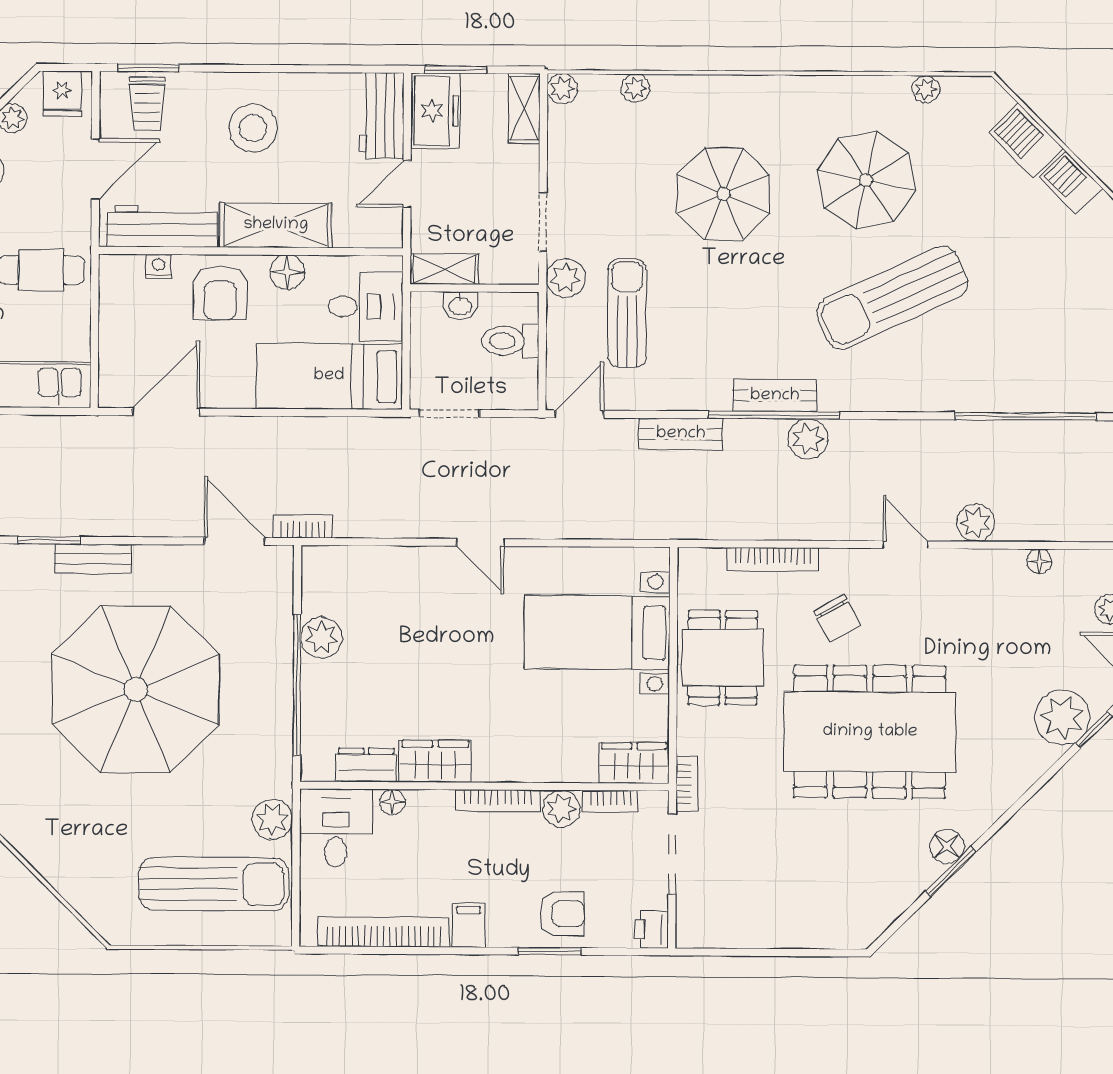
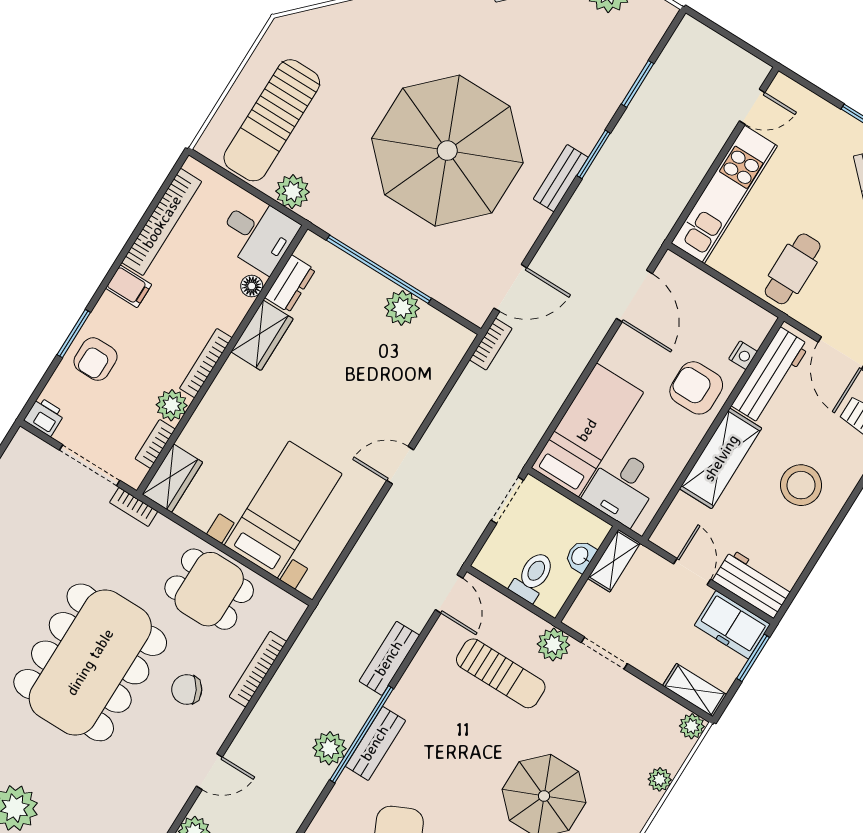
floor lamp: (287, 272) -> (682, 446), removed

